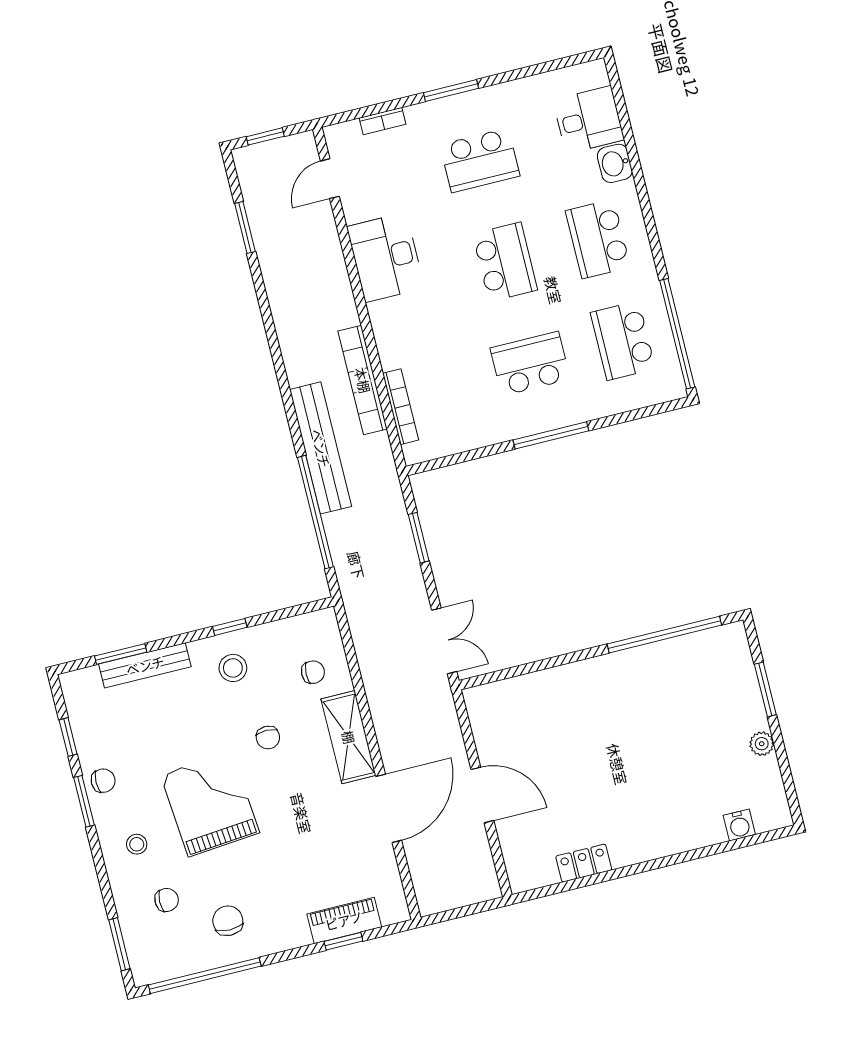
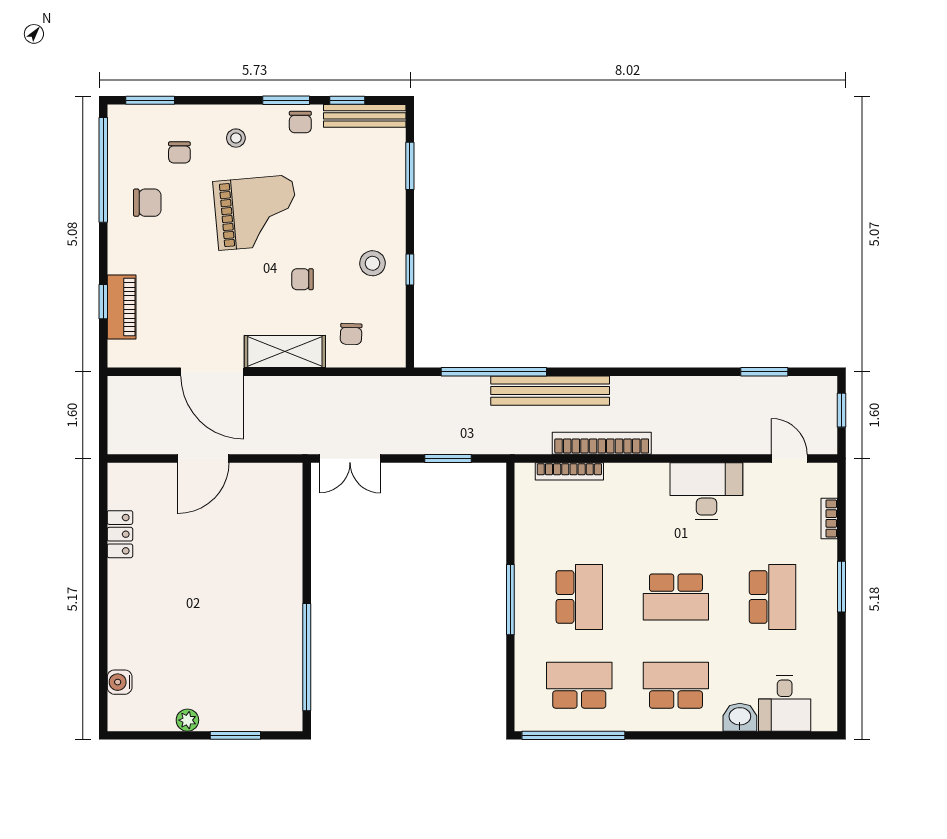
school desk: (480, 160) -> (773, 597), turned 180
bench: (145, 665) -> (365, 116), moved, turned 90

